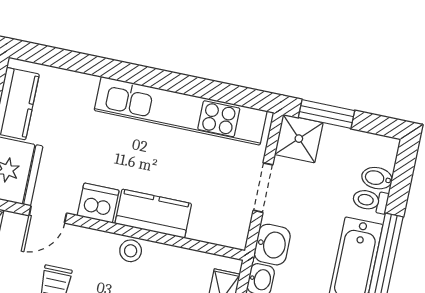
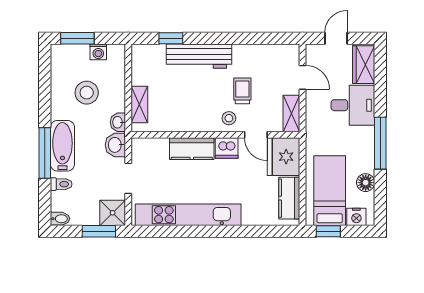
bidet: (377, 178) -> (60, 219), moved
door: (48, 214) -> (256, 135), swing flipped
stool: (131, 251) -> (229, 118), moved

